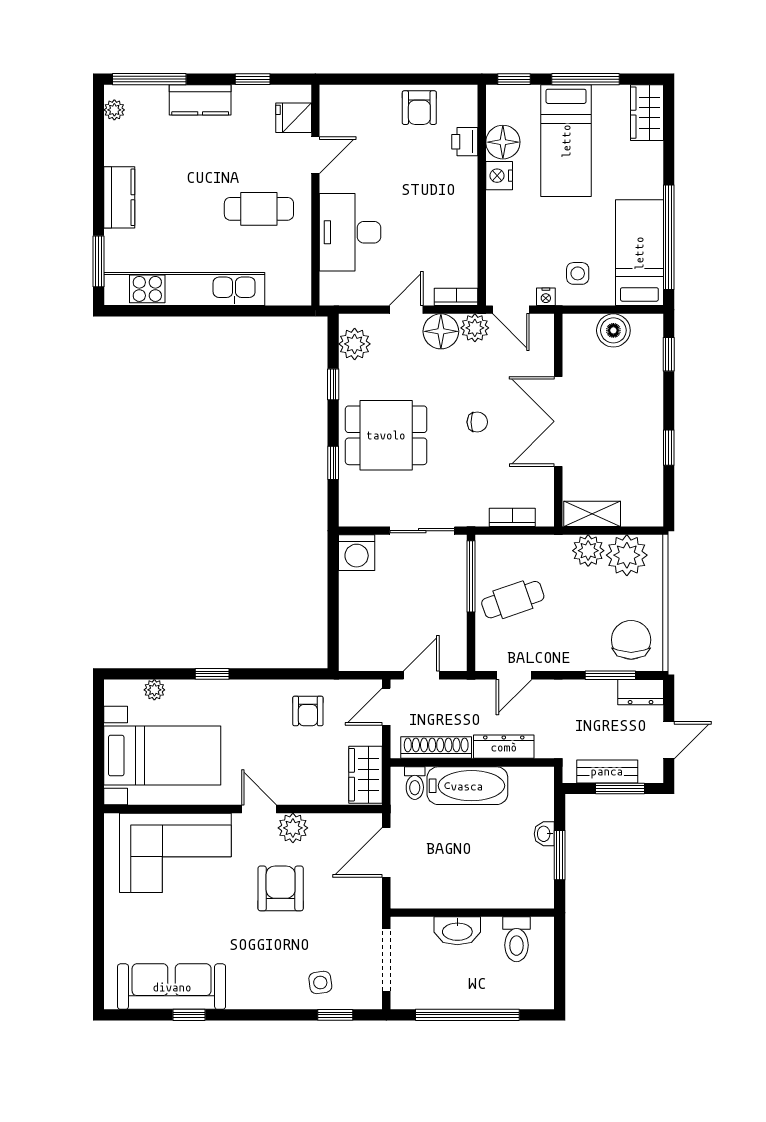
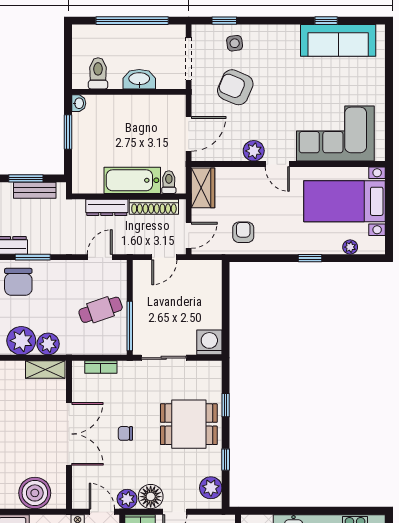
boiler: (613, 330) -> (35, 493), width x1.37, depth x1.37
washbasin: (544, 834) -> (79, 103), moved
armchair: (281, 888) -> (235, 87), moved, turned 113

